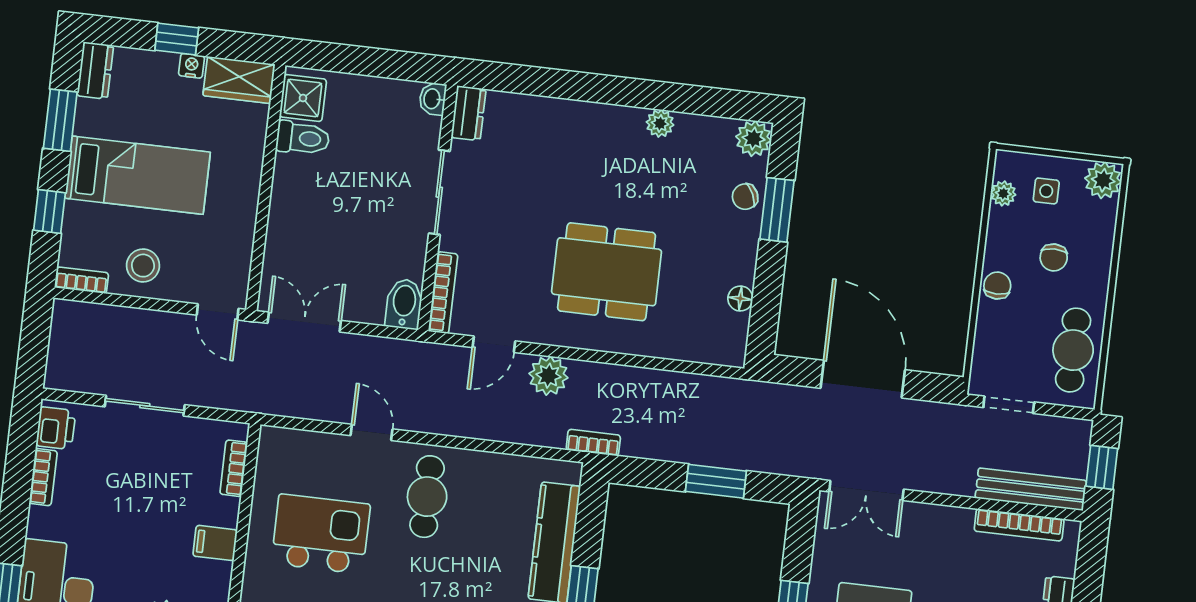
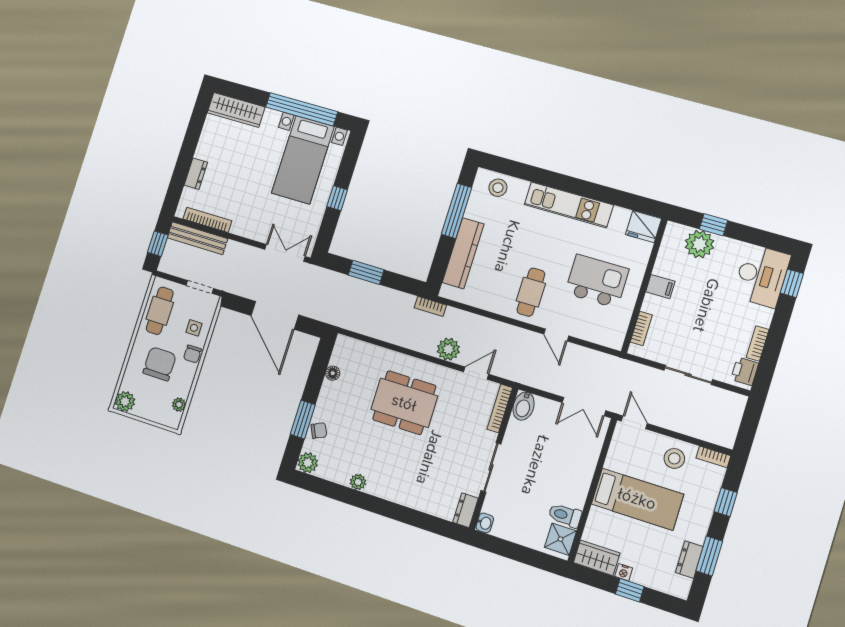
dresser: (95, 71) -> (689, 560), moved
bed: (138, 175) -> (637, 499), moved, turned 180
side table: (1046, 191) -> (194, 328), moved
chair: (1054, 257) -> (160, 364), width x1.87, depth x1.87
kitchen island: (321, 534) -> (597, 281), turned 180

